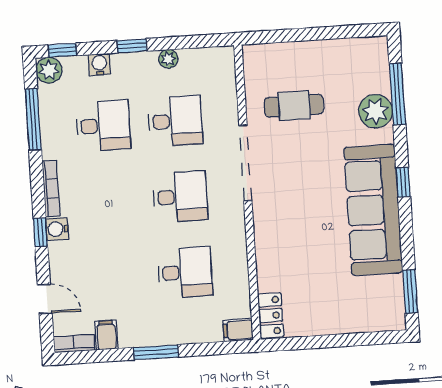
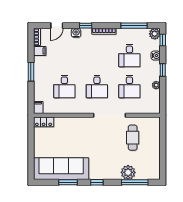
sofa: (373, 210) -> (61, 169), moved
water cooler: (57, 229) -> (76, 33), moved
window: (410, 291) -> (68, 182), moved

